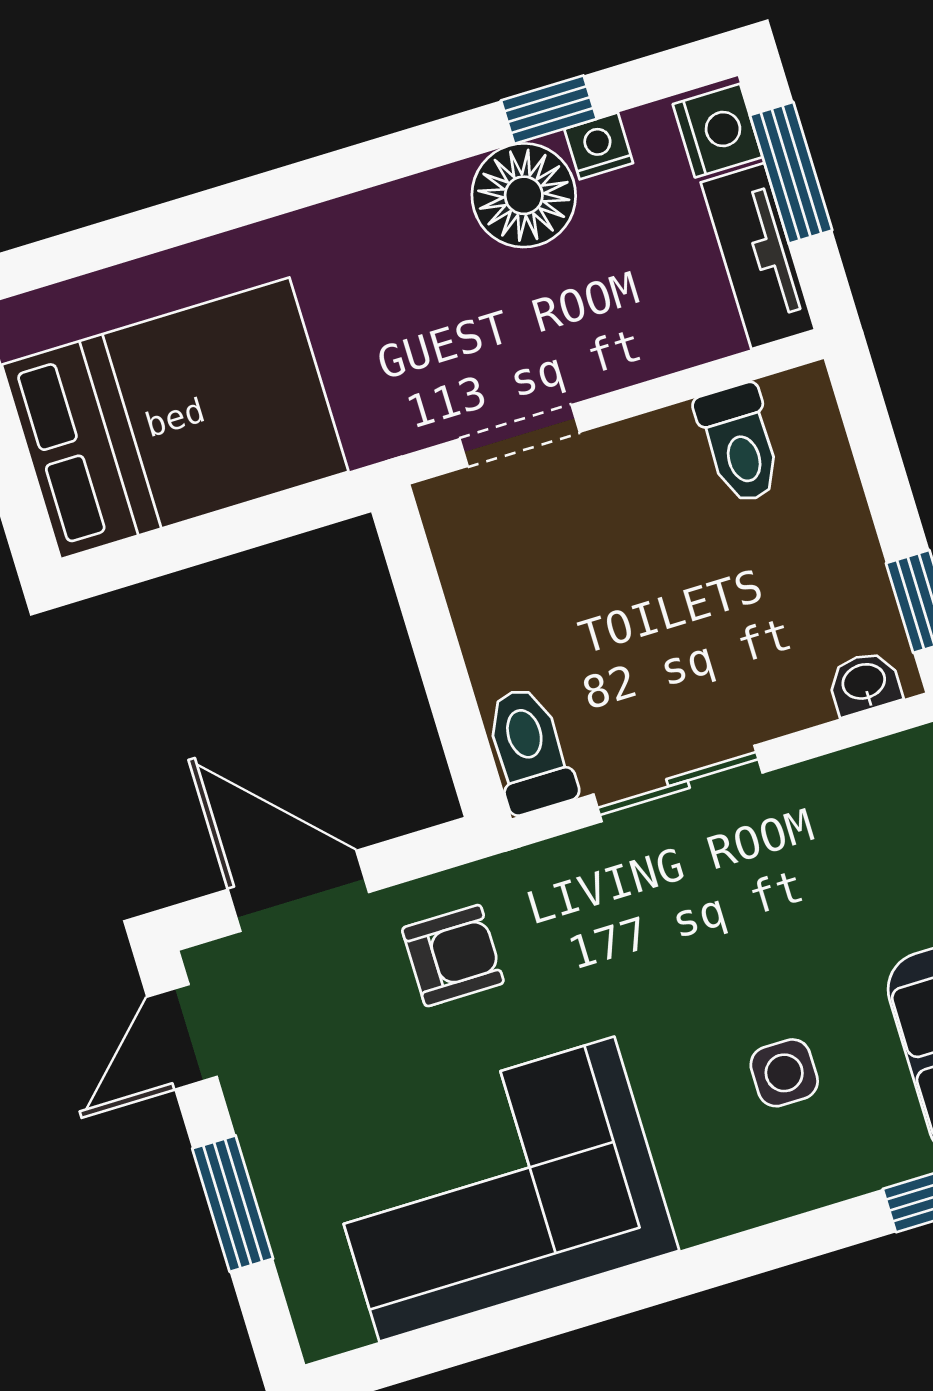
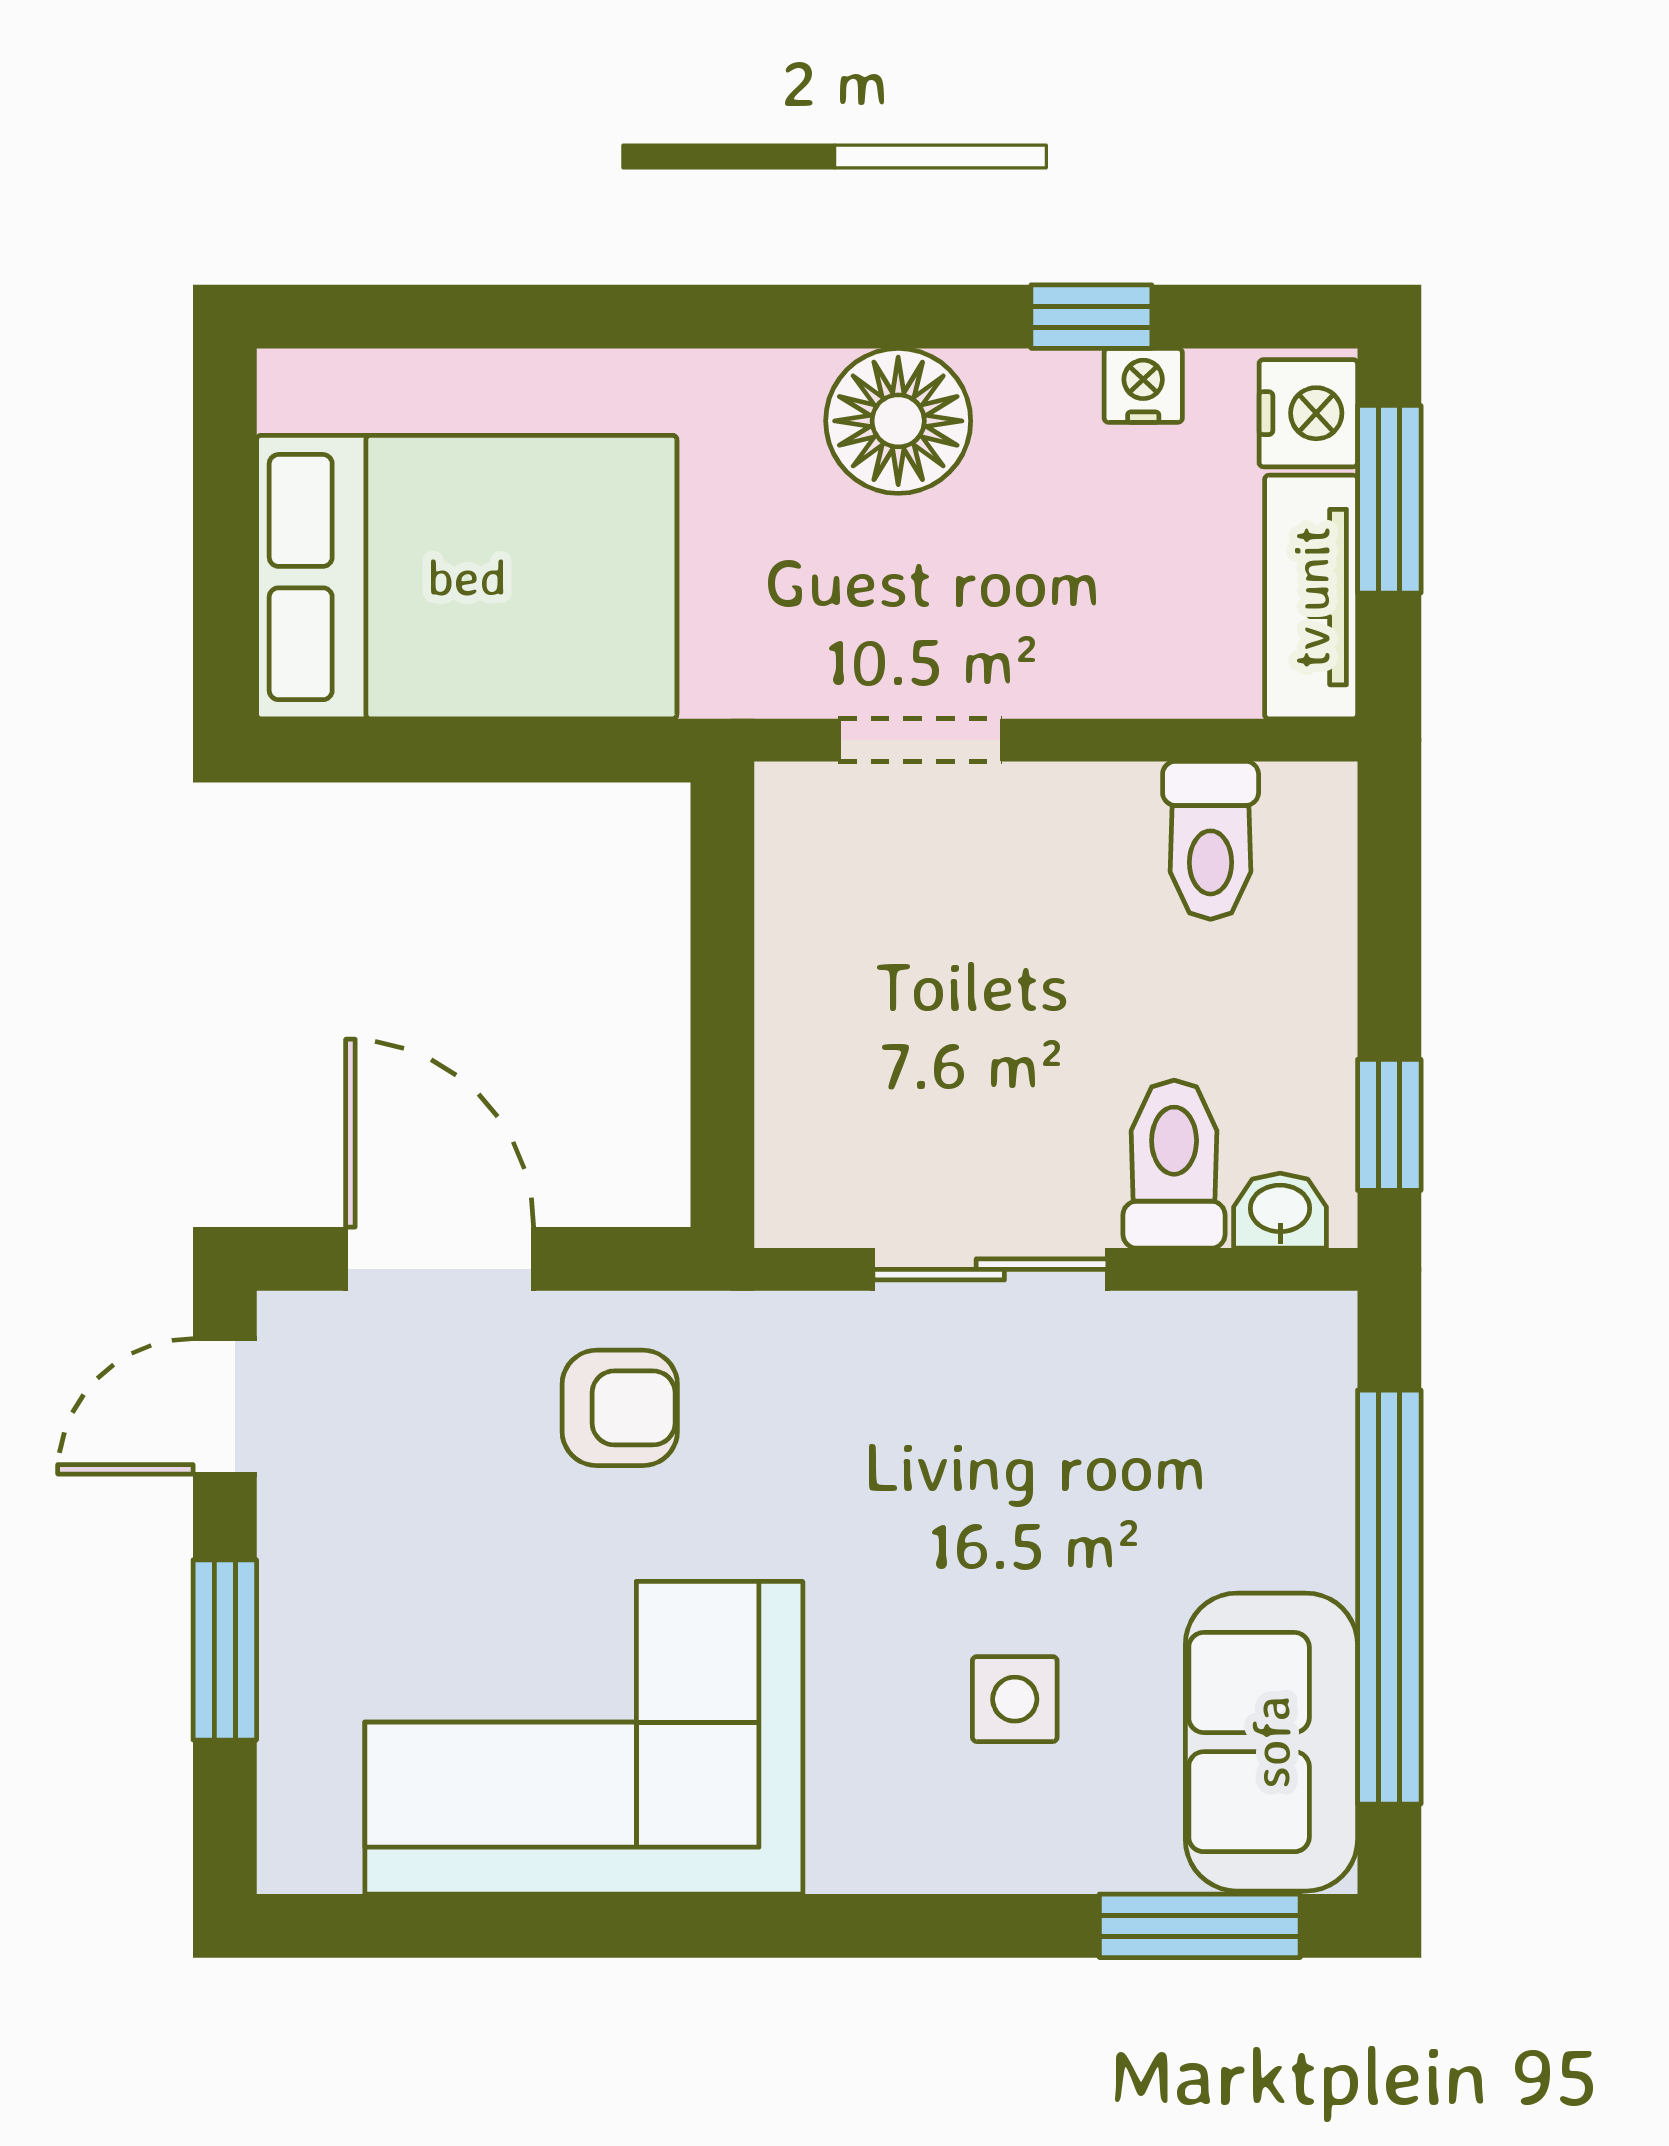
floor lamp: (524, 195) -> (898, 421), moved
toilet: (529, 750) -> (1174, 1164), moved

